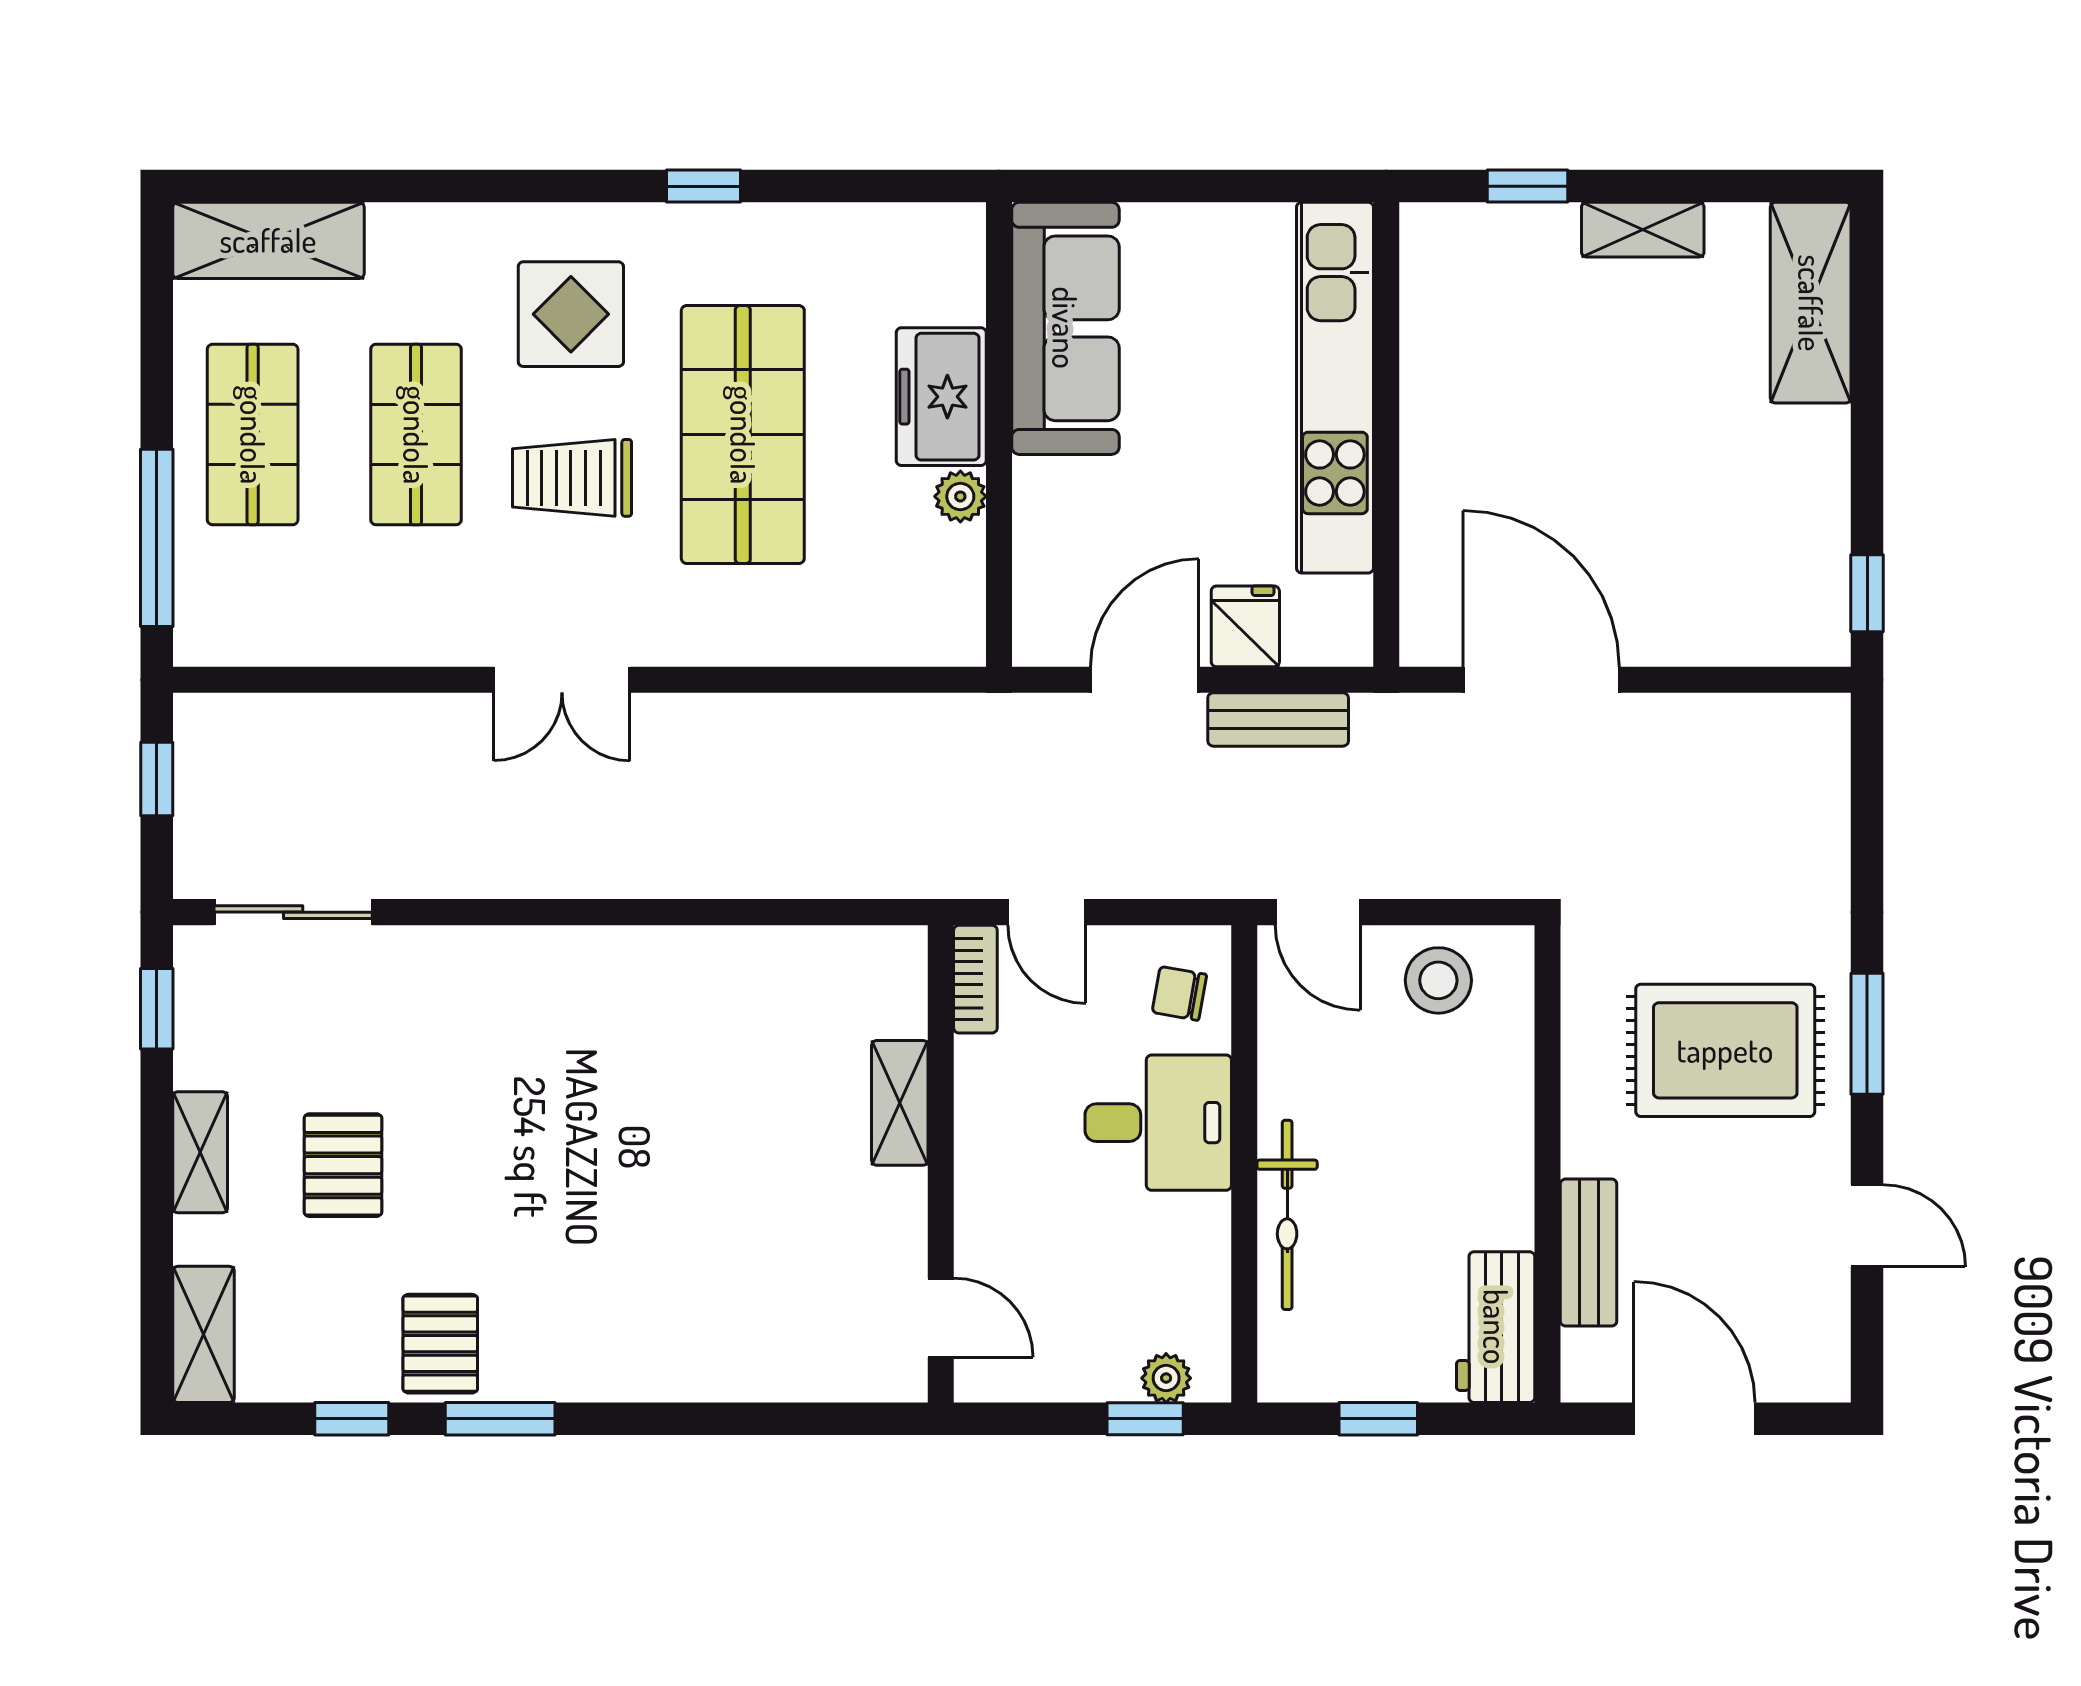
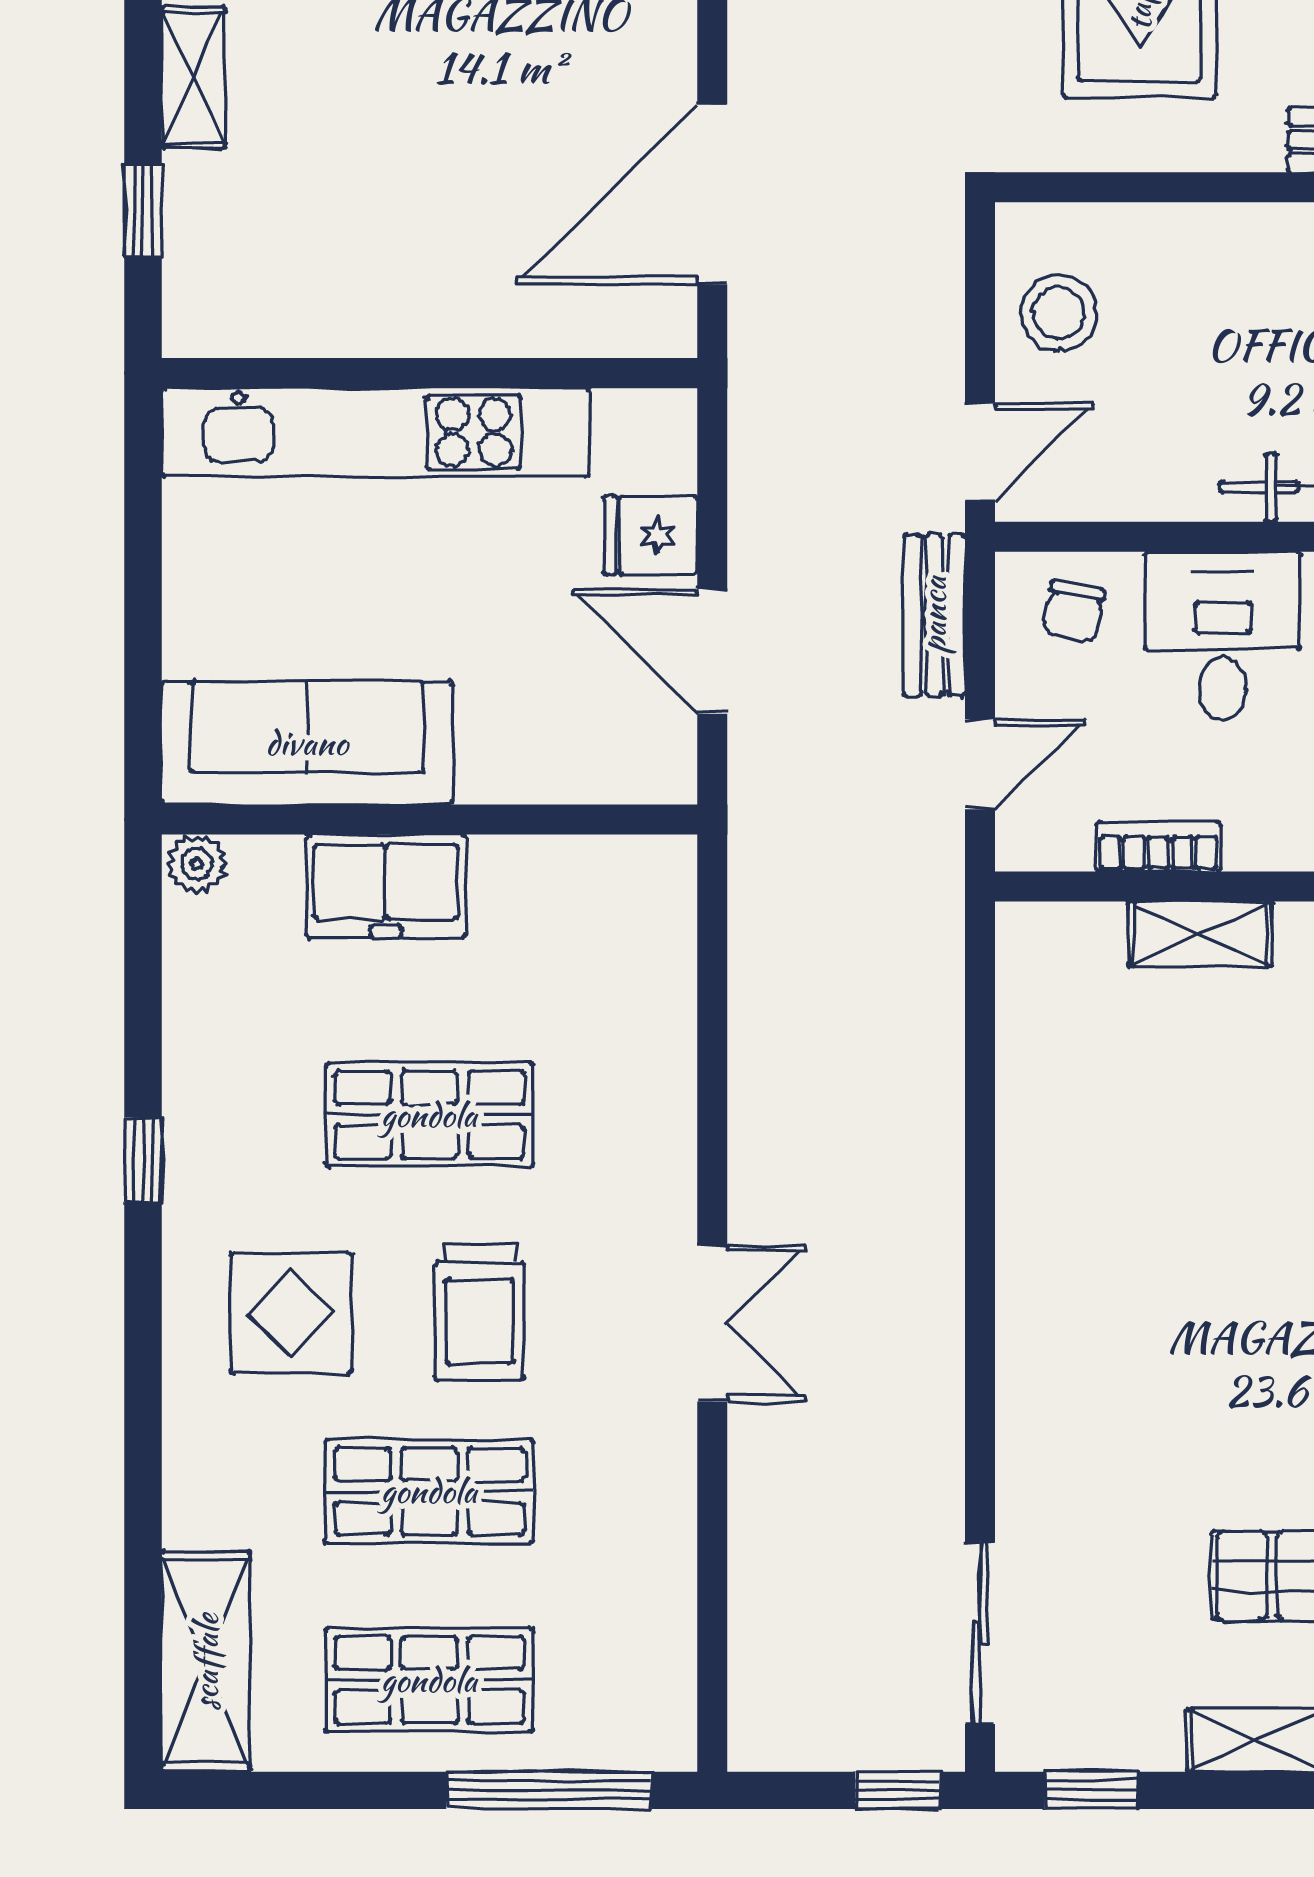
shop shelf: (743, 435) -> (429, 1115), width x0.70, depth x0.74
plant: (960, 496) -> (197, 864), moved
bench: (1278, 719) -> (934, 615), moved
window: (157, 779) -> (898, 1790), moved
bookcase: (975, 979) -> (1158, 847), moved

